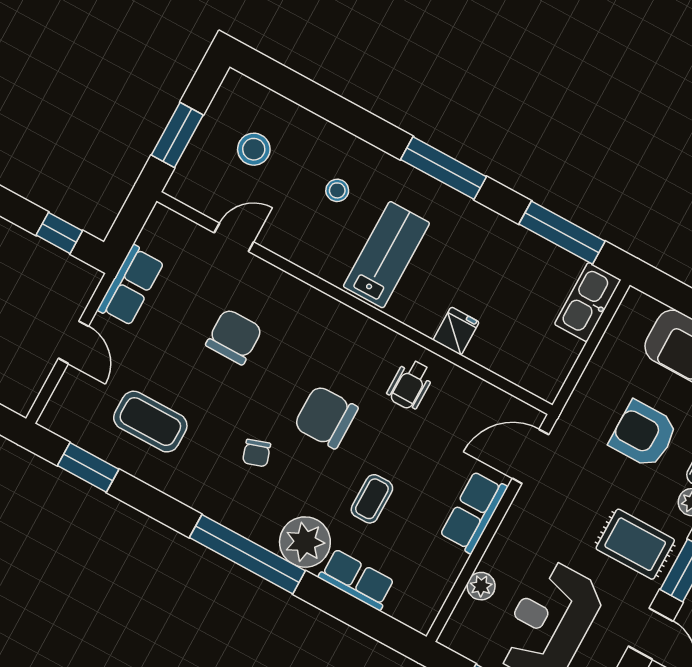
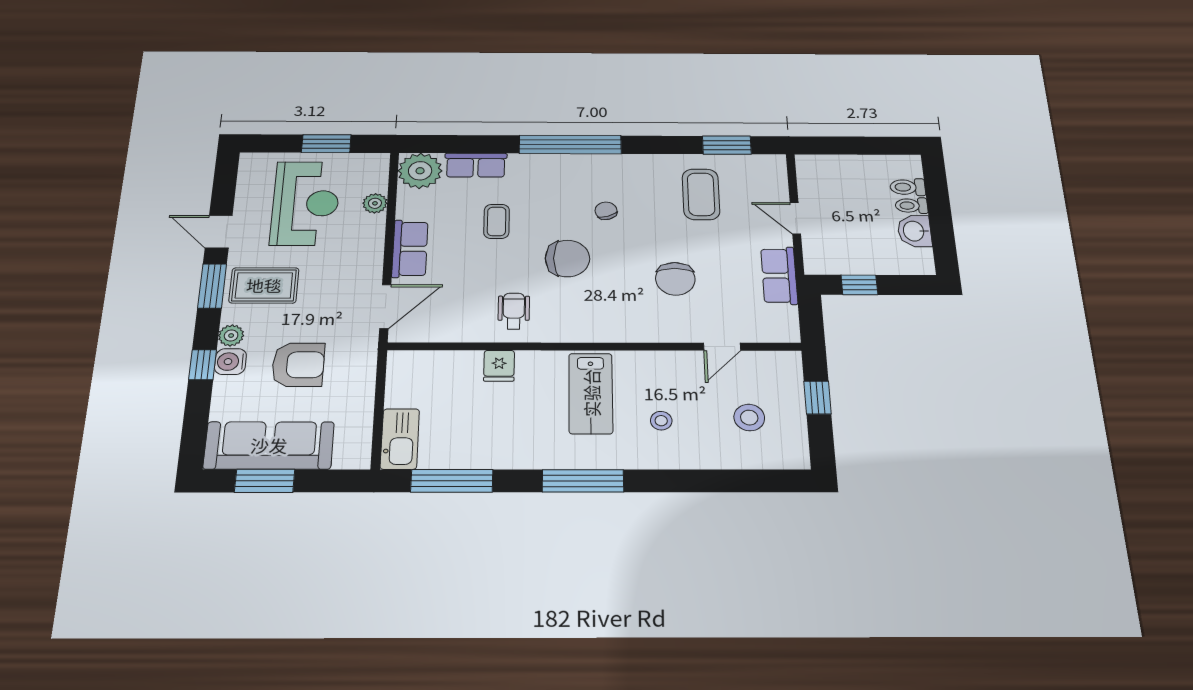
window: (177, 135) -> (818, 398), width x0.67
coffee table: (150, 422) -> (701, 194), turned 90
plant: (305, 542) -> (420, 171), moved

